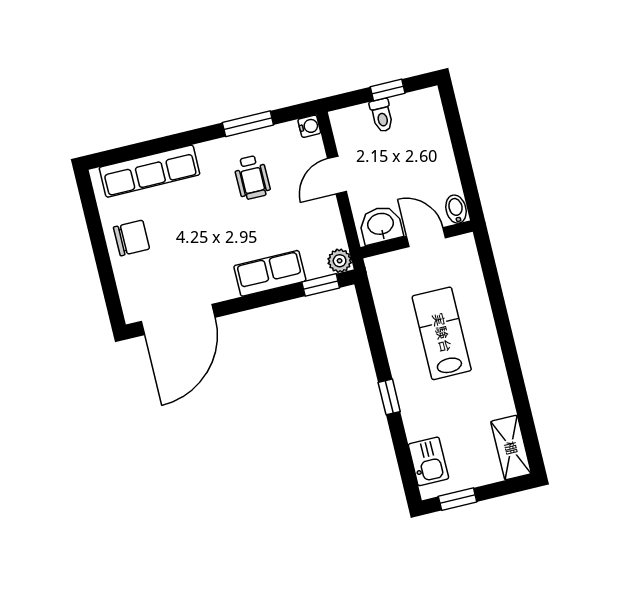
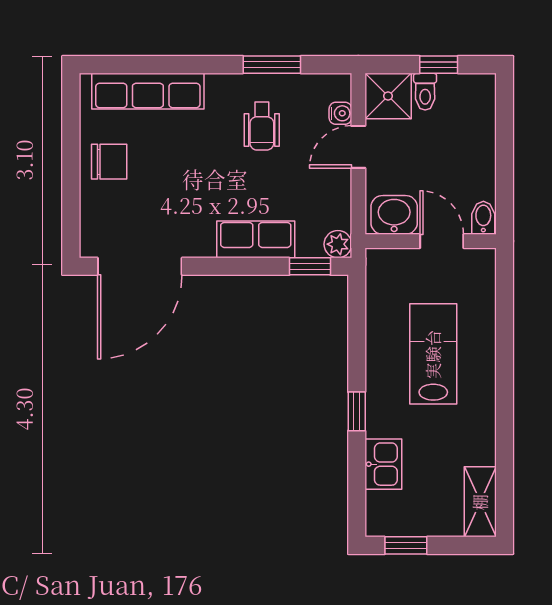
water cooler: (309, 126) -> (340, 113), moved
shower: (352, 126) -> (388, 96), added
kitchen sink: (428, 461) -> (383, 464), moved

